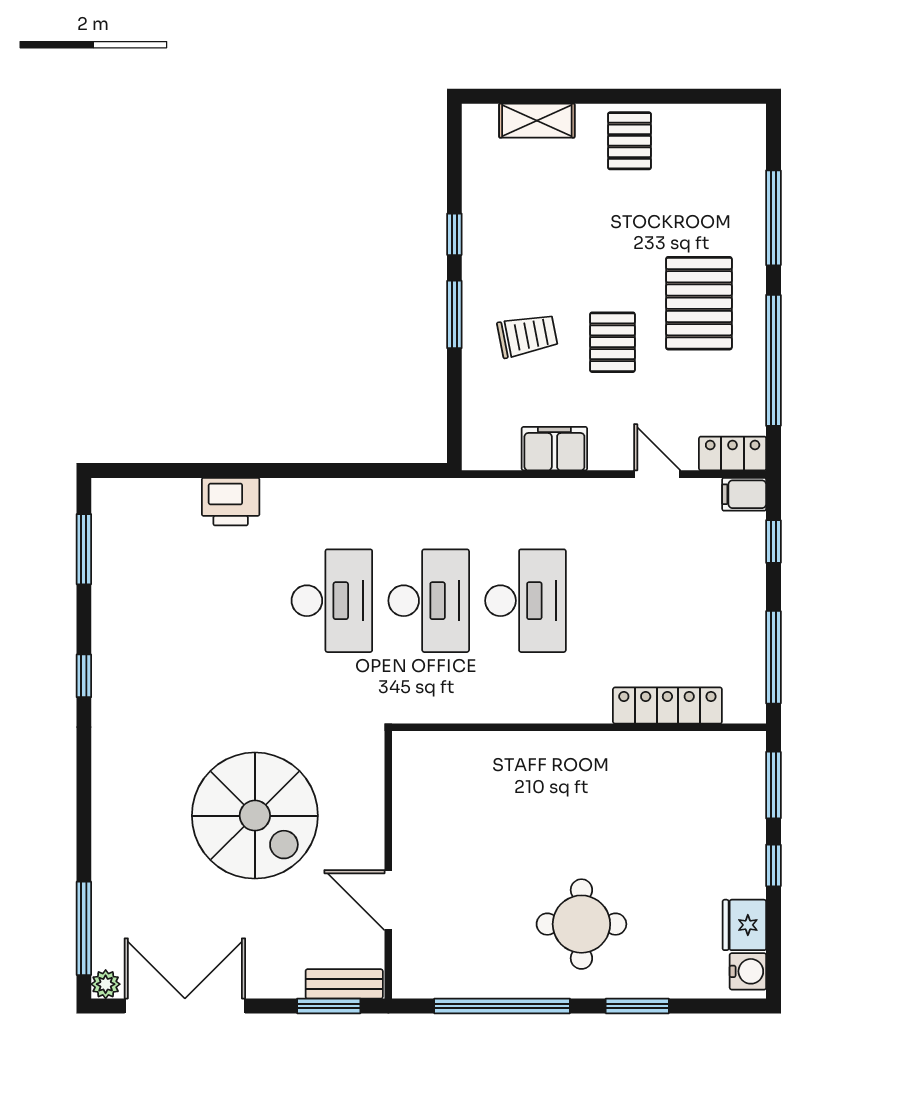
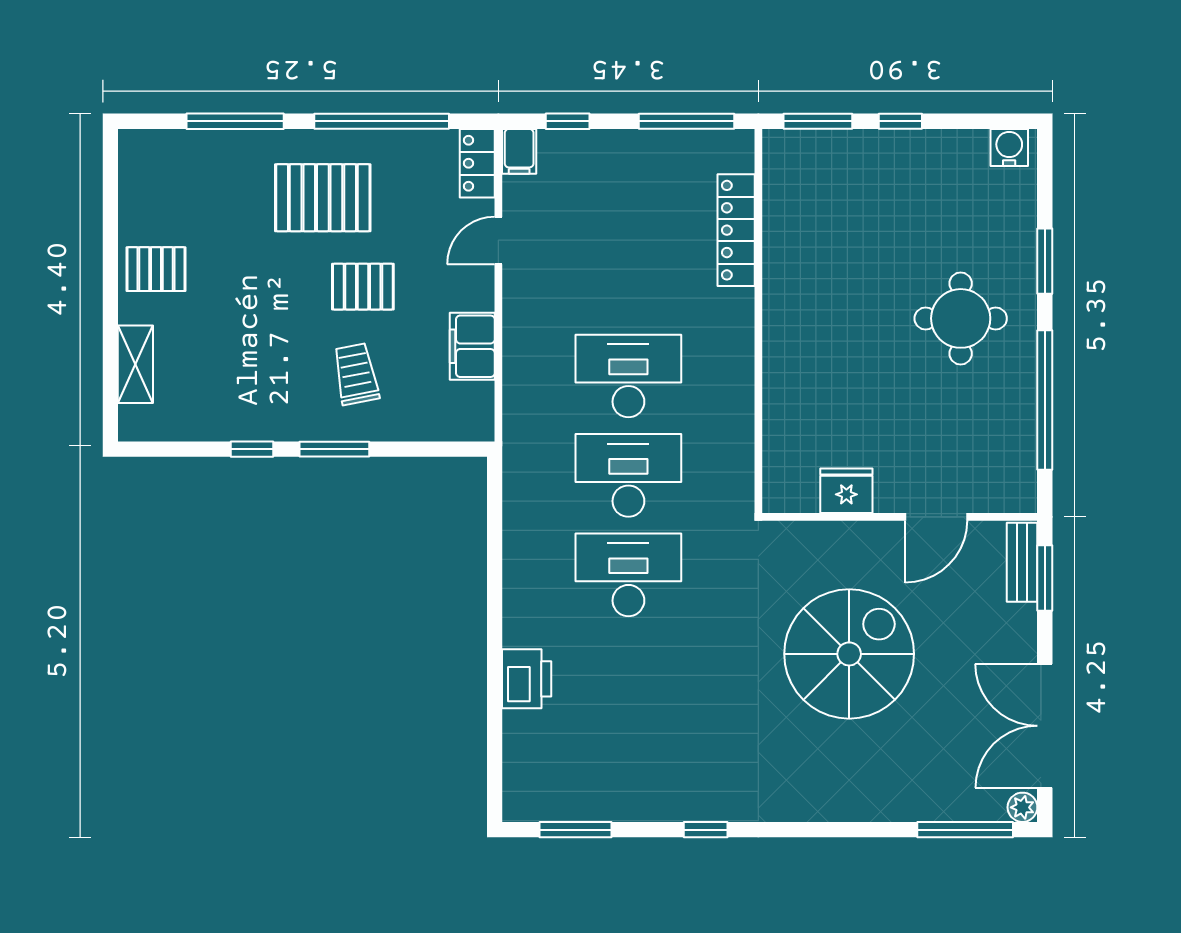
fridge: (744, 925) -> (846, 491), moved, turned 180

